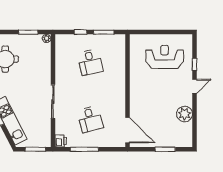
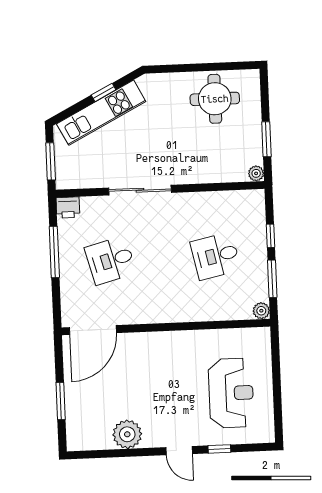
plant: (121, 39) -> (261, 311), added

